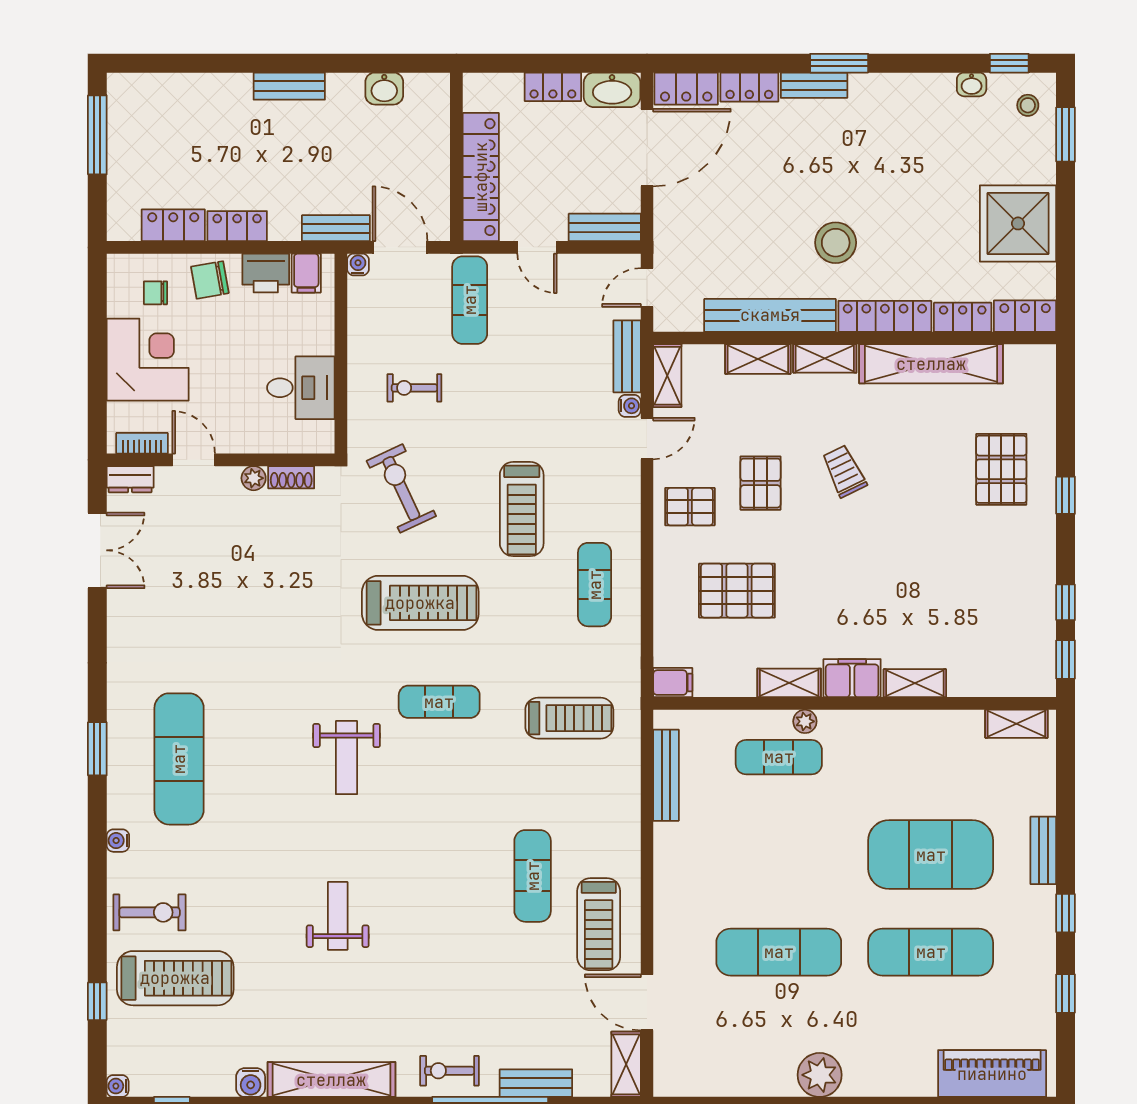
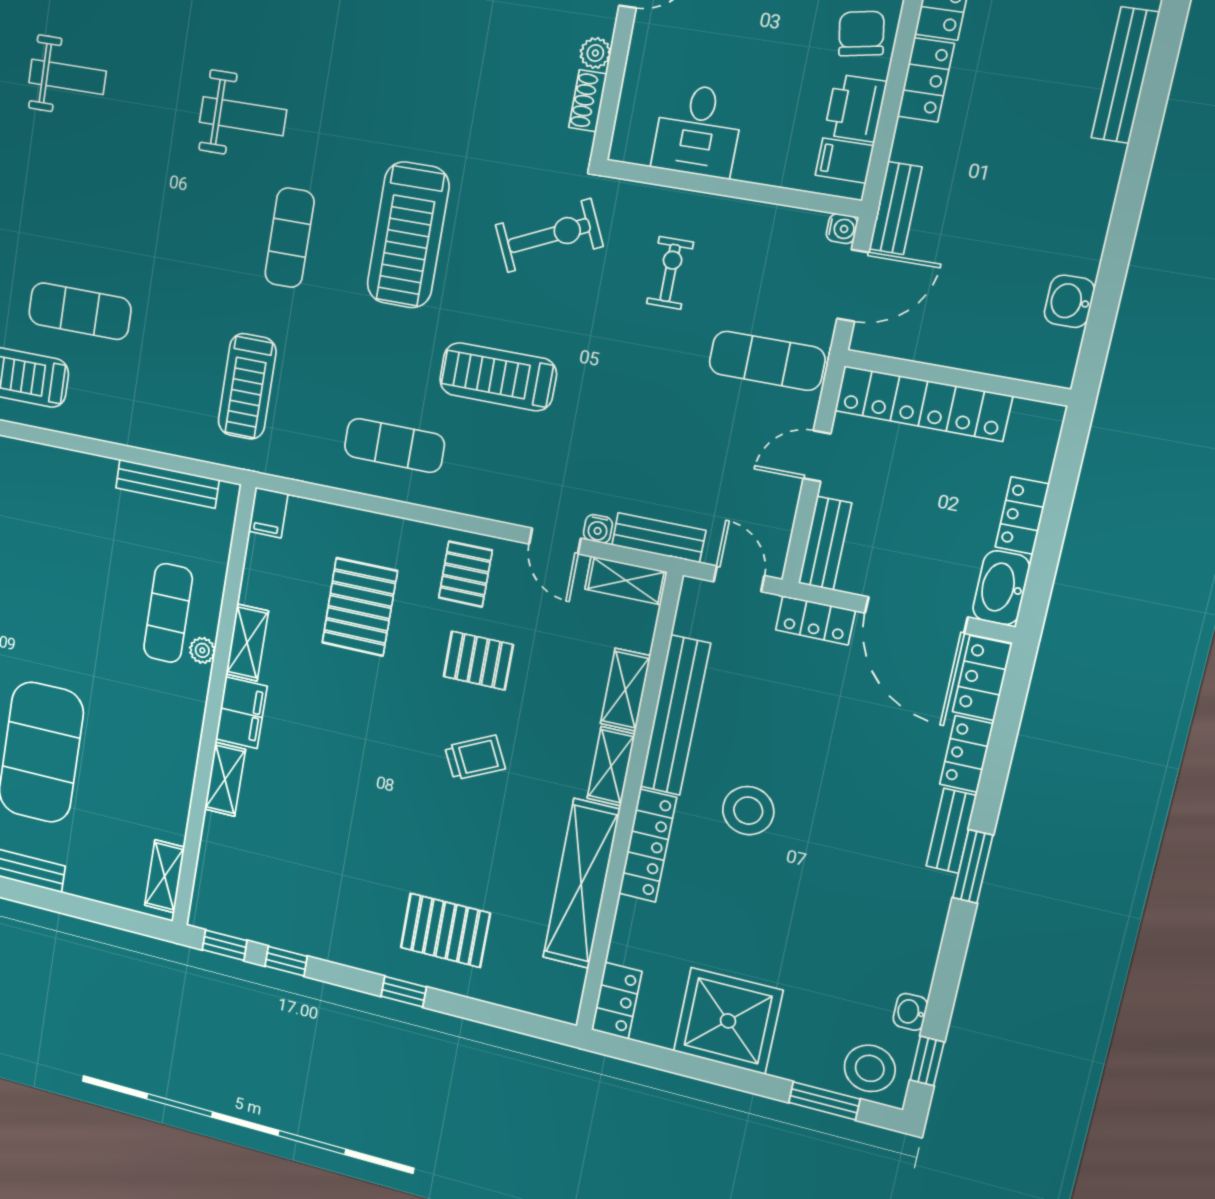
bench: (289, 86) -> (1125, 75), moved, width x1.36
stool: (1028, 105) -> (870, 1068), width x1.89, depth x1.89
locker: (963, 317) -> (815, 620), moved, turned 90
weight bench: (347, 758) -> (243, 116), turned 180

